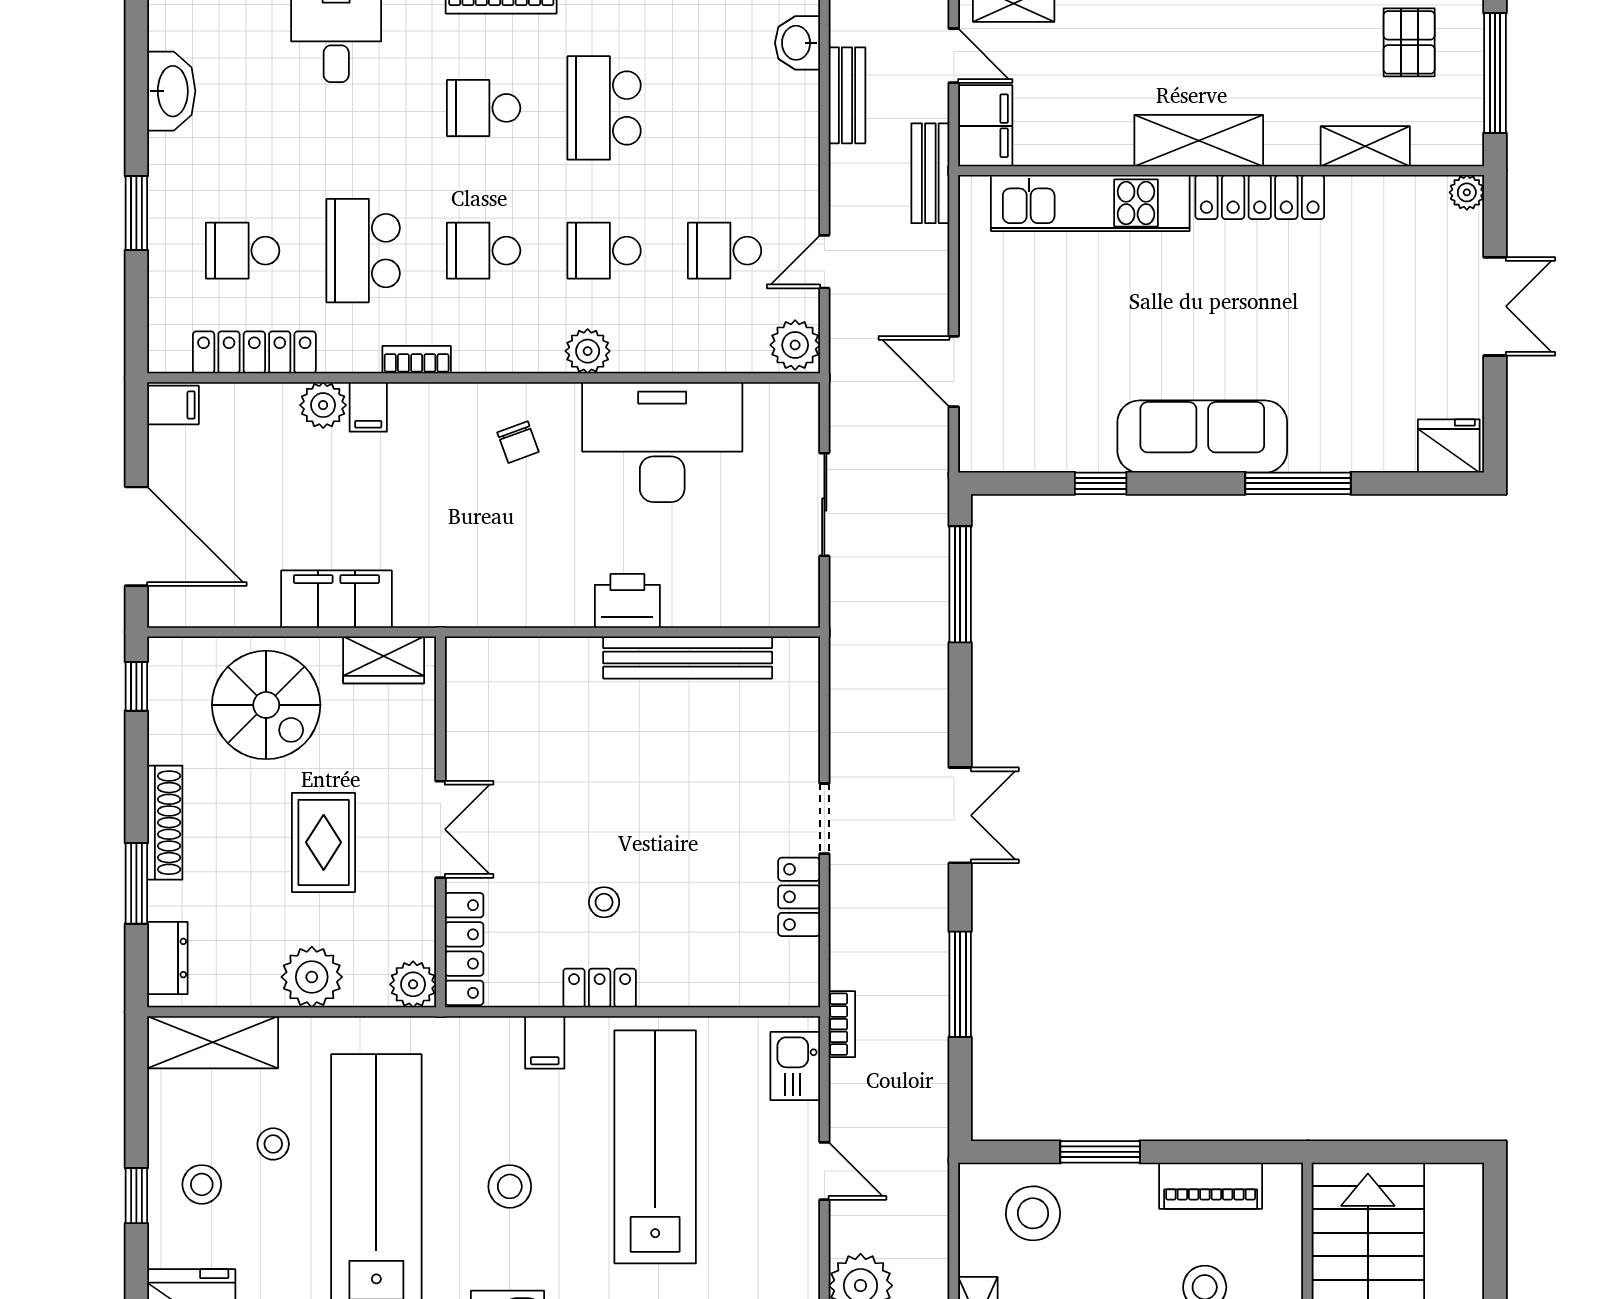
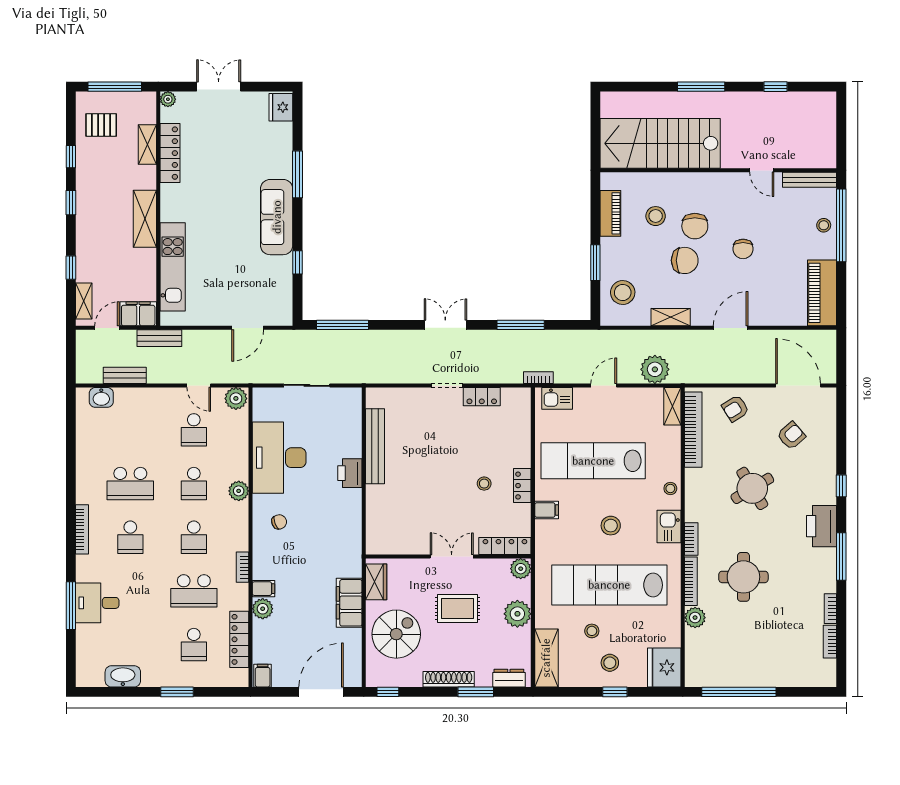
locker: (1260, 197) -> (170, 153), moved

